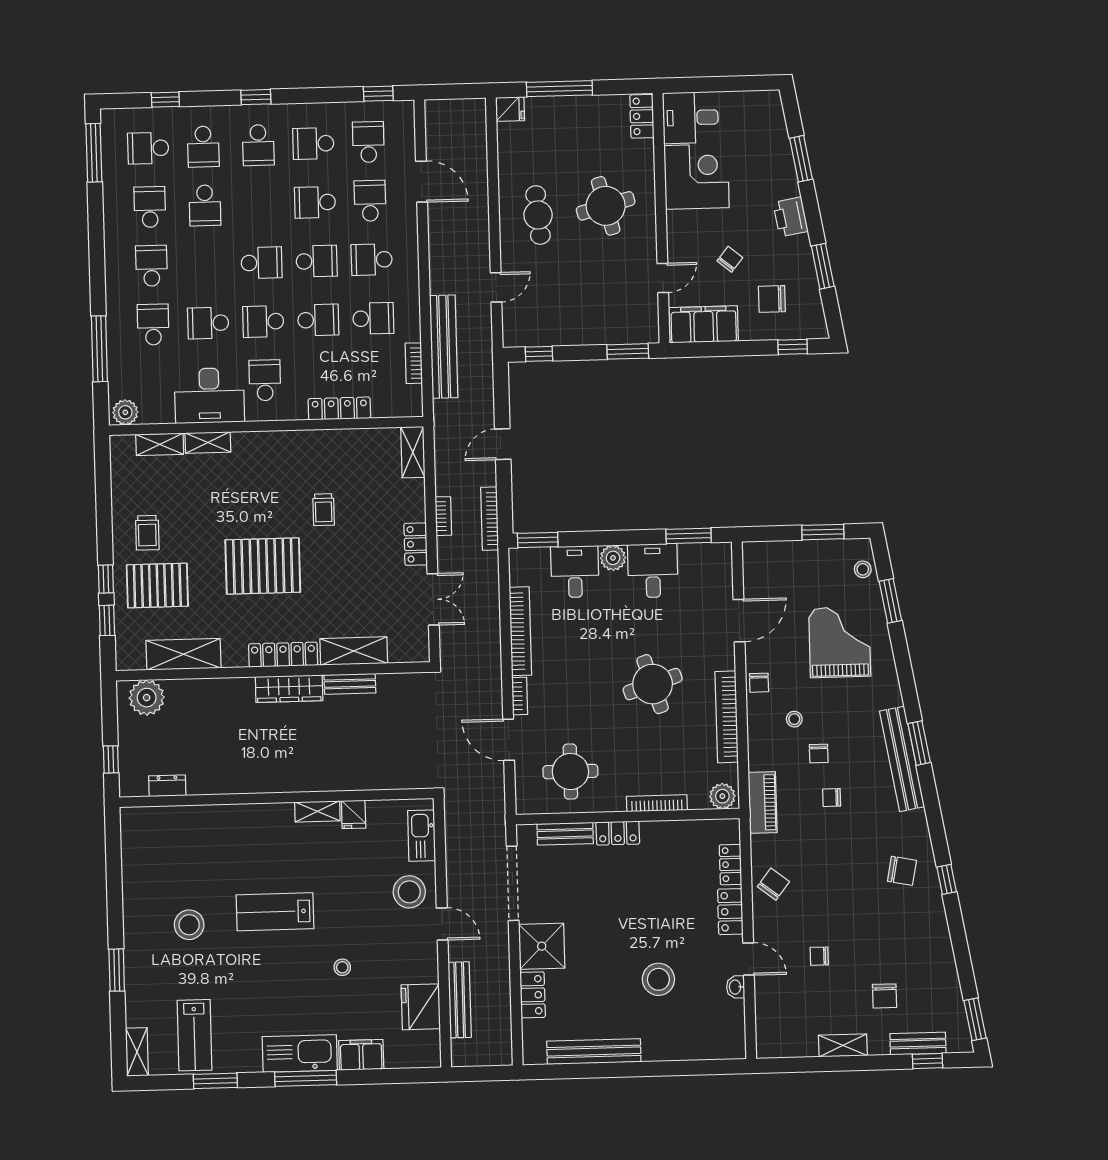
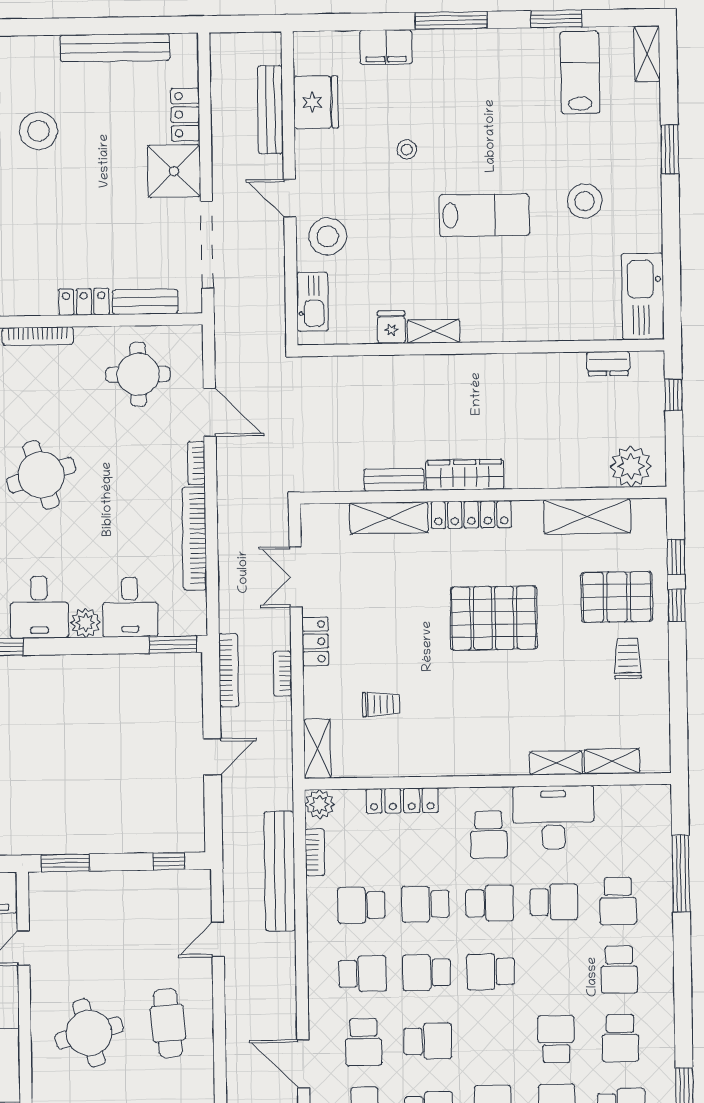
plant: (125, 412) -> (320, 804), moved
trolley: (324, 510) -> (381, 704), moved, turned 90
kitchen sink: (300, 1054) -> (643, 296), moved, turned 90

